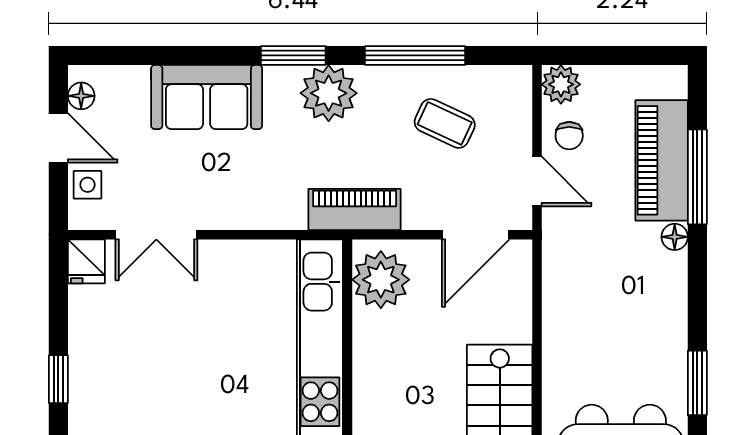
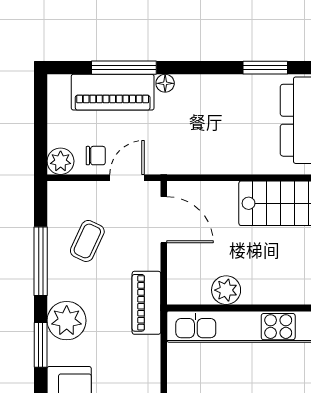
plant: (381, 280) -> (226, 290), moved, width x0.73, depth x0.73

